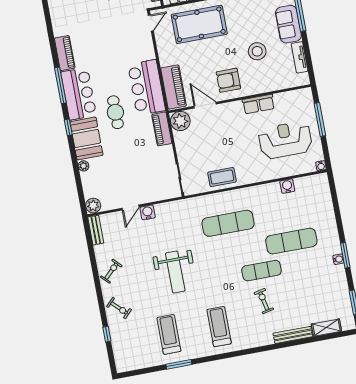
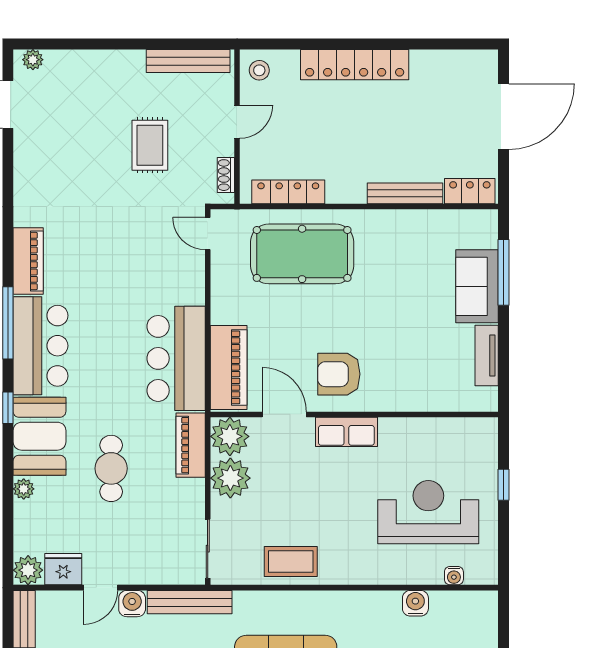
door: (151, 23) -> (208, 234), swing flipped
stool: (257, 51) -> (406, 328), removed
row of seats: (258, 104) -> (346, 432), moved
cafe table: (115, 112) -> (111, 468), moved
window: (320, 120) -> (504, 485), width x0.46
plant: (184, 141) -> (230, 478), added
water cooler: (321, 166) -> (454, 576), moved
fridge: (110, 202) -> (63, 569), added
bench: (176, 206) -> (190, 602), added

